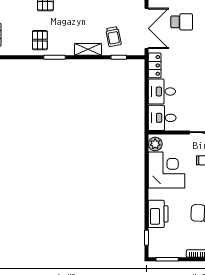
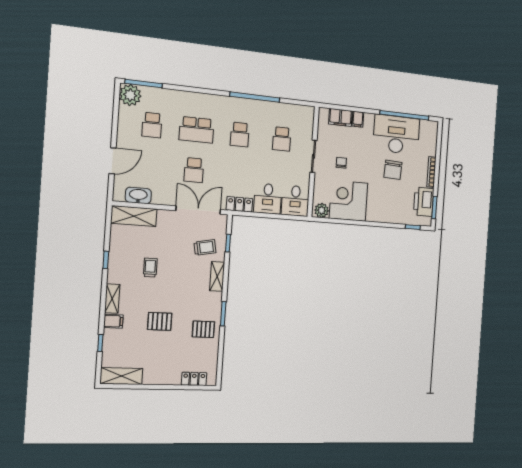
school desk: (182, 22) -> (194, 170), turned 180
printer: (158, 214) -> (424, 202), moved, turned -90

